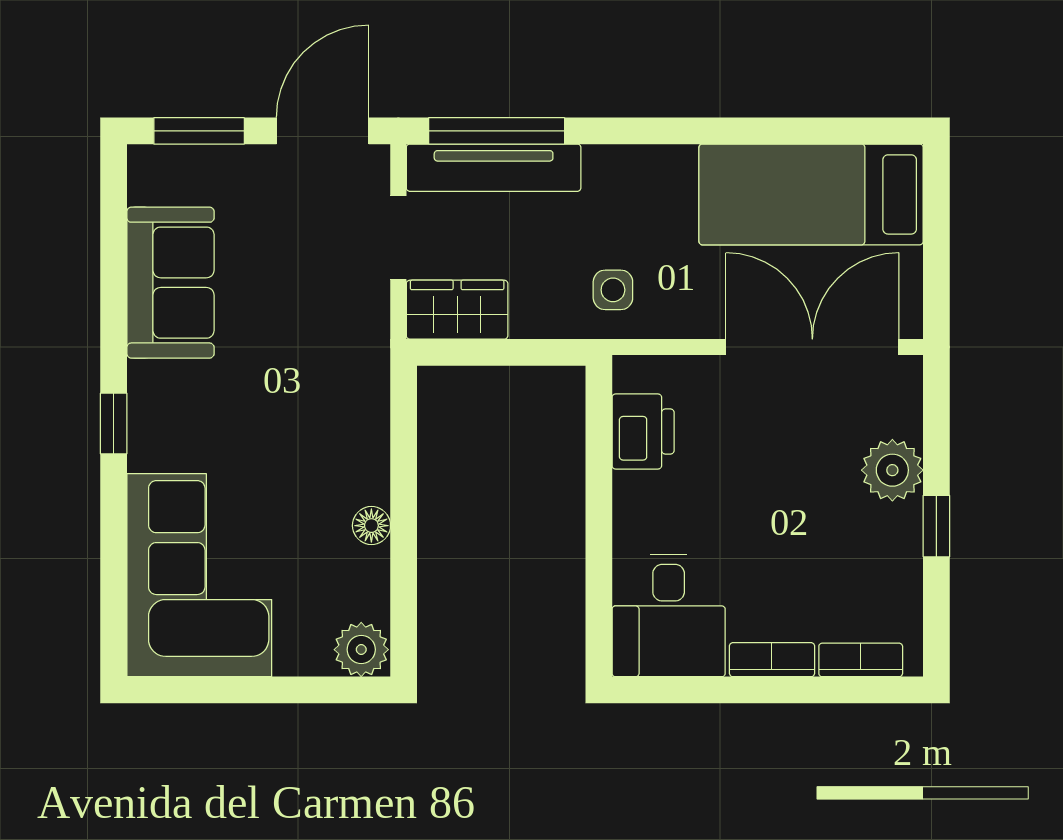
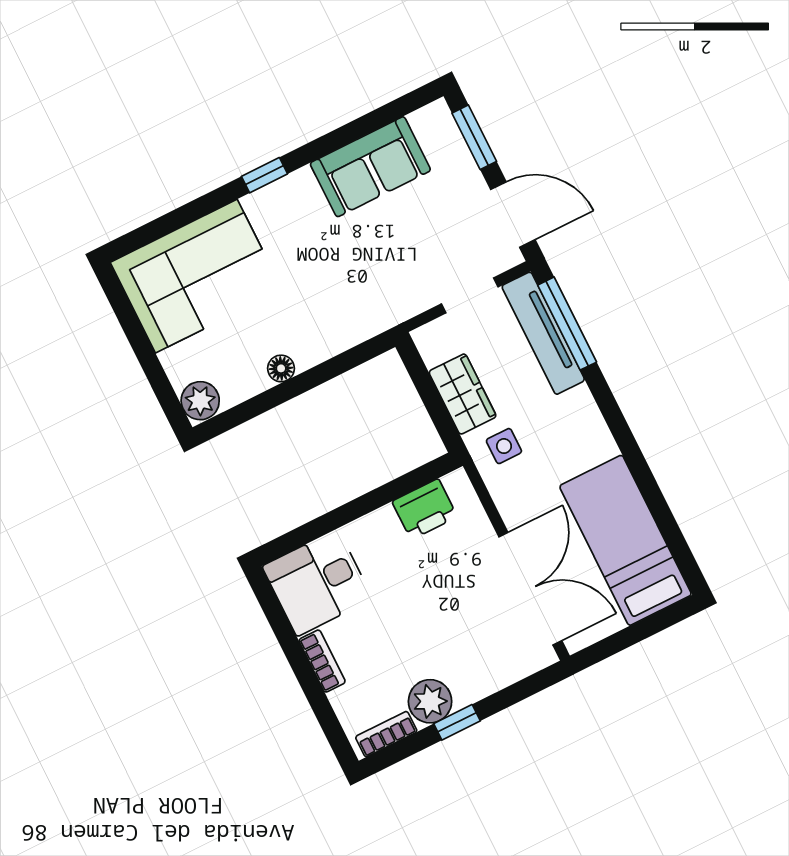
wardrobe: (457, 310) -> (463, 394), moved
plant: (892, 470) -> (430, 701), moved
bookcase: (861, 660) -> (386, 734), moved, turned -90

